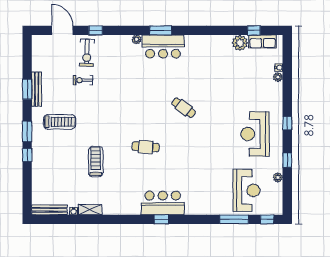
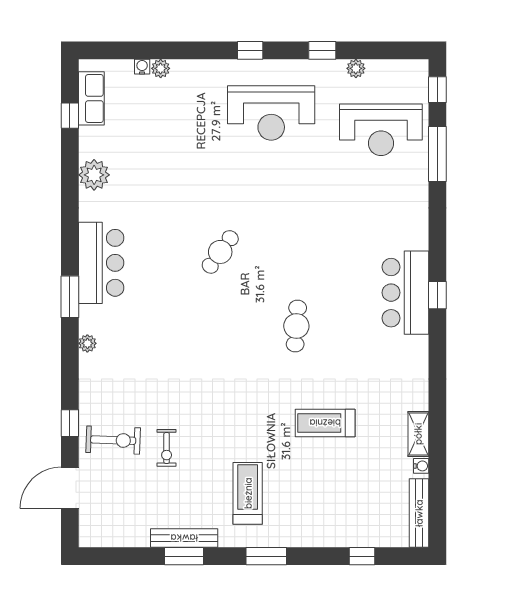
plant: (240, 43) -> (94, 175), moved
bar counter: (163, 47) -> (101, 263), moved
window: (27, 155) -> (362, 556), moved
reception desk: (246, 190) -> (381, 130), turned 180

